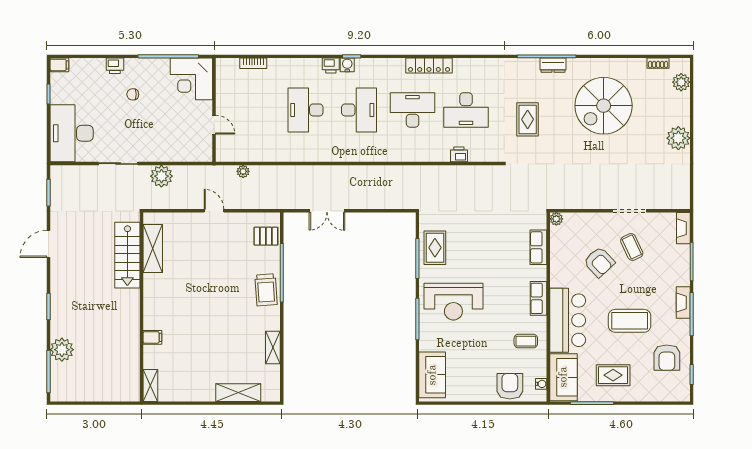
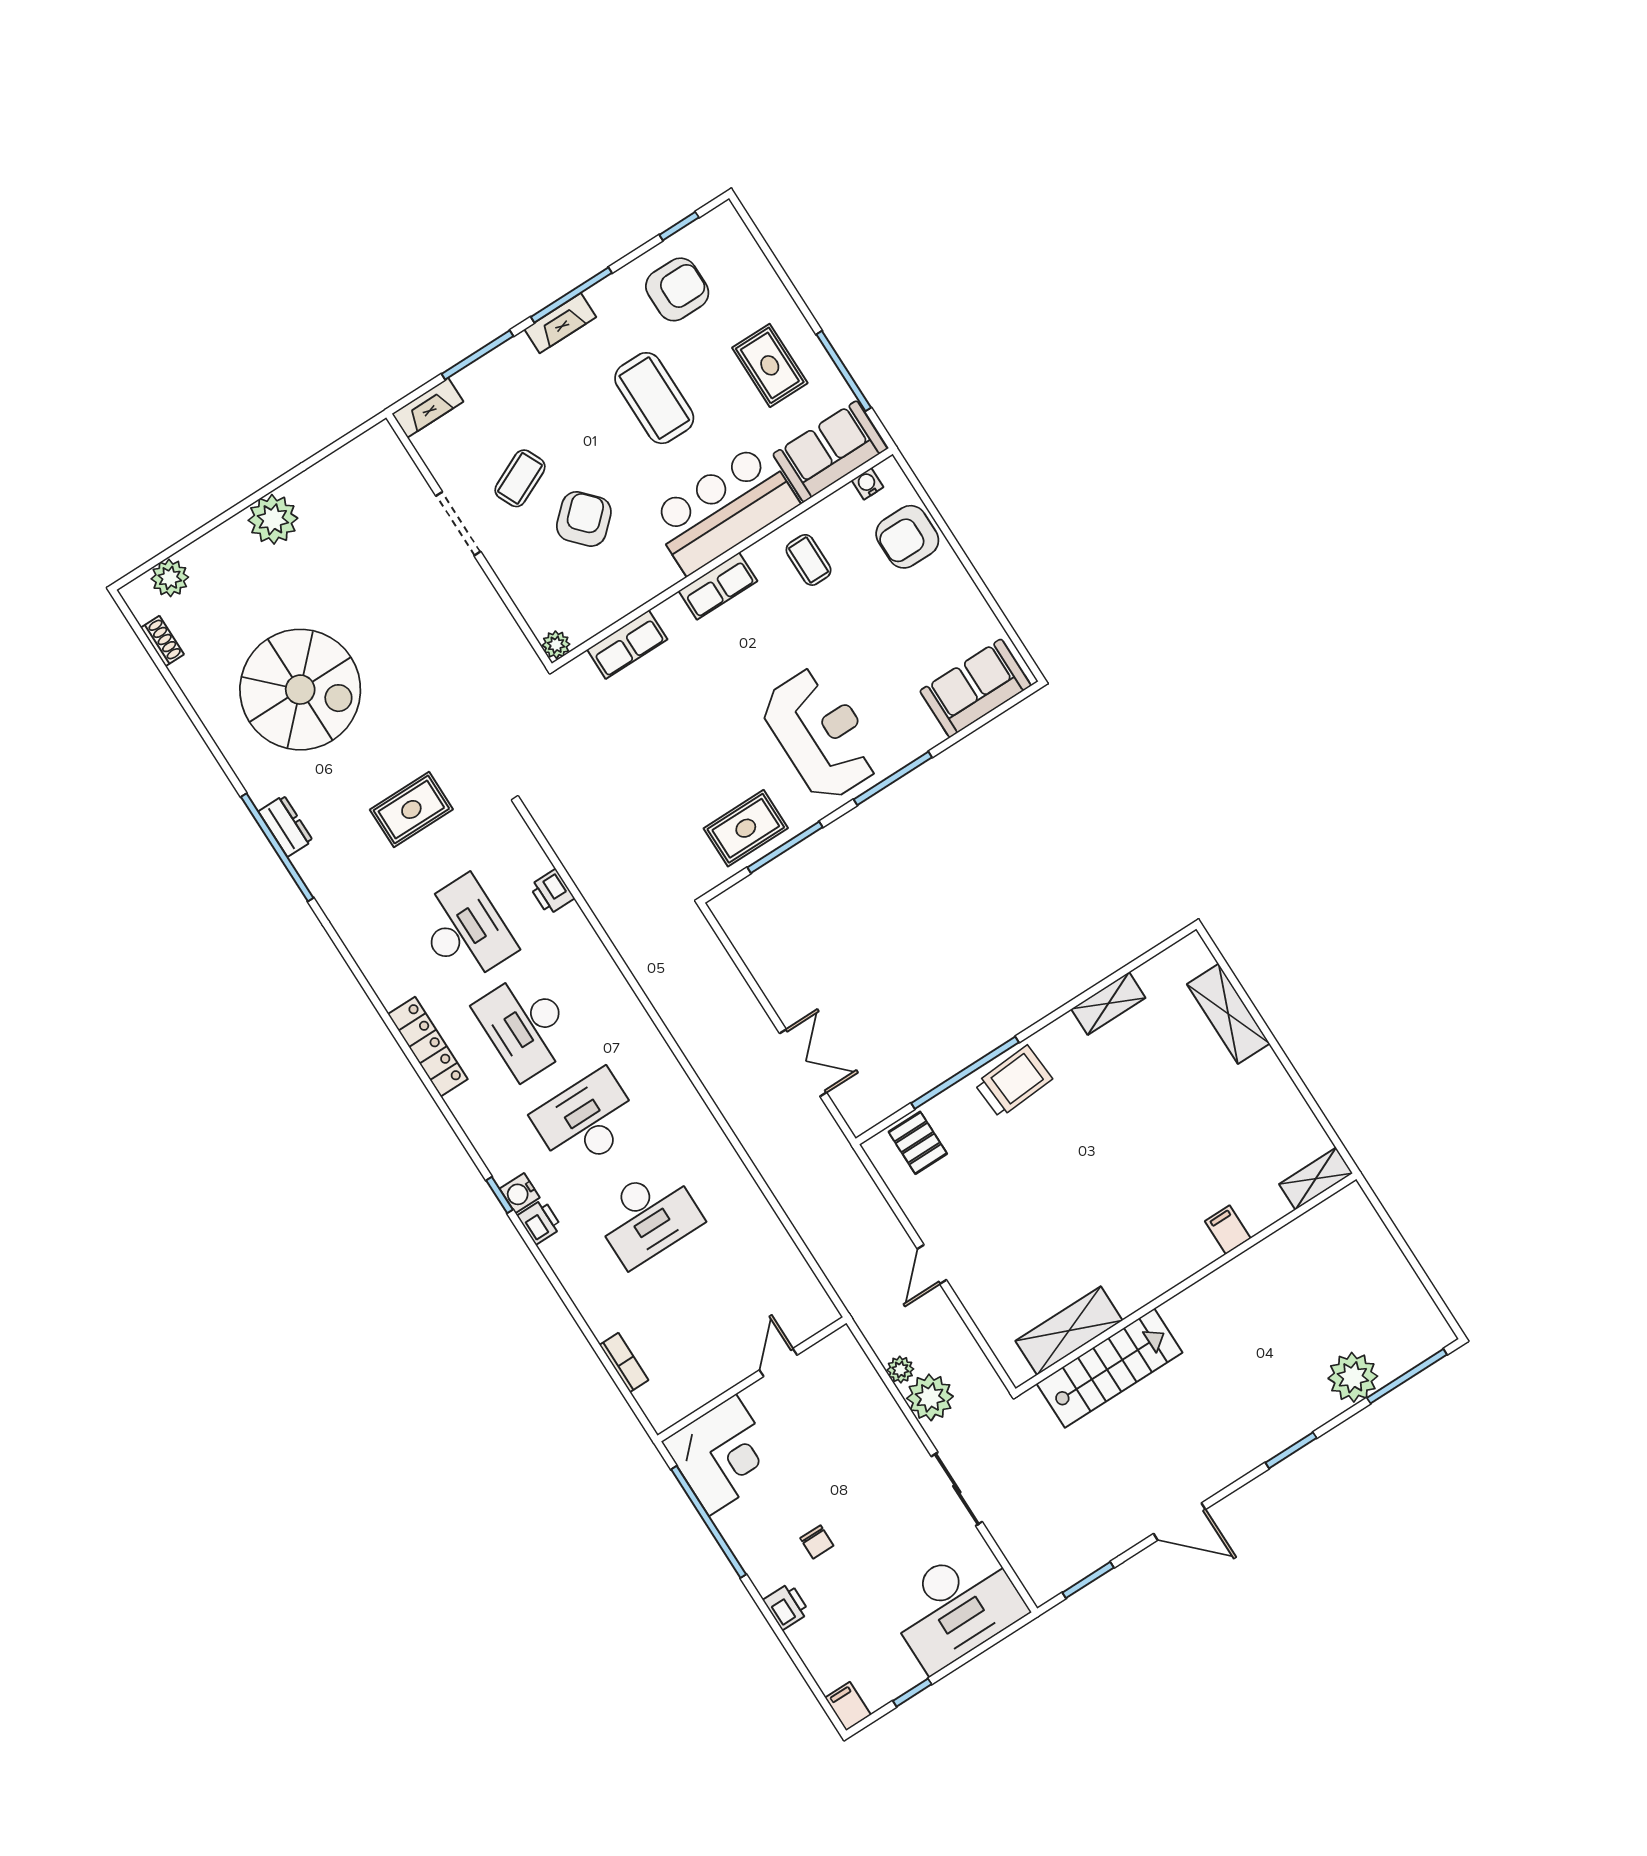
plant: (243, 171) -> (900, 1370), moved

